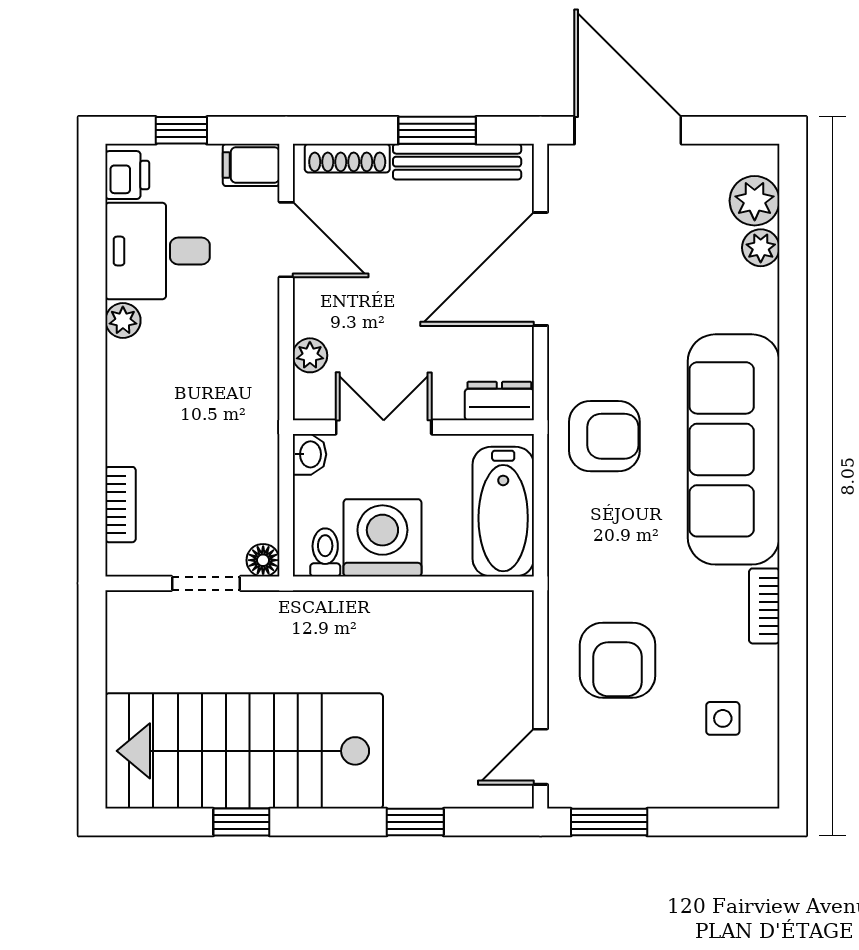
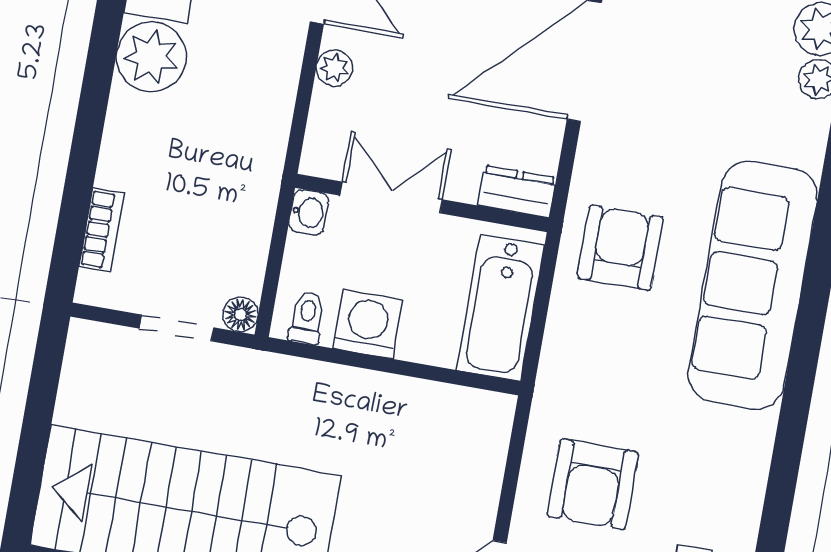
plant: (123, 320) -> (151, 57), width x1.88, depth x1.88
plant: (310, 355) -> (335, 68), moved
armchair: (604, 436) -> (620, 248), turned -90
washing machine: (382, 538) -> (368, 324), width x0.73, depth x0.73
bookcase: (764, 606) -> (756, 455), removed

